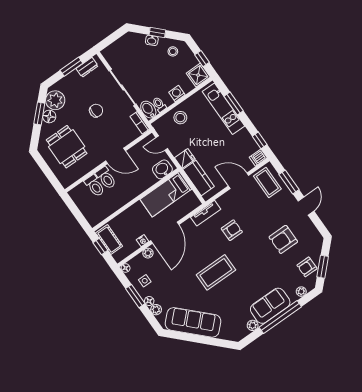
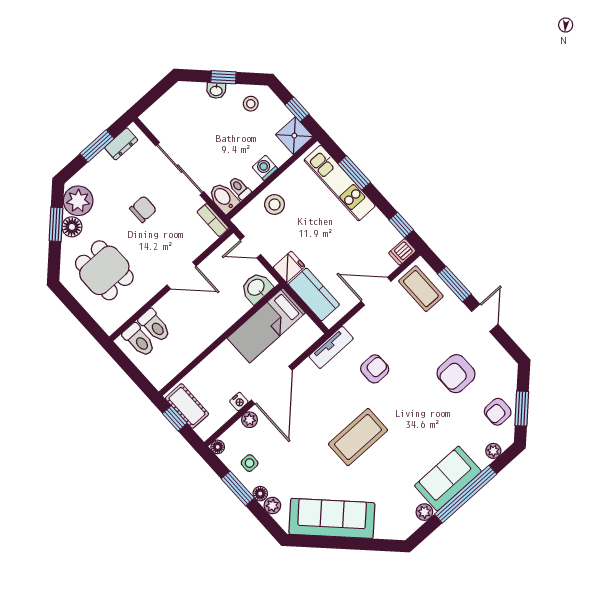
toilet: (106, 178) -> (139, 340), moved

